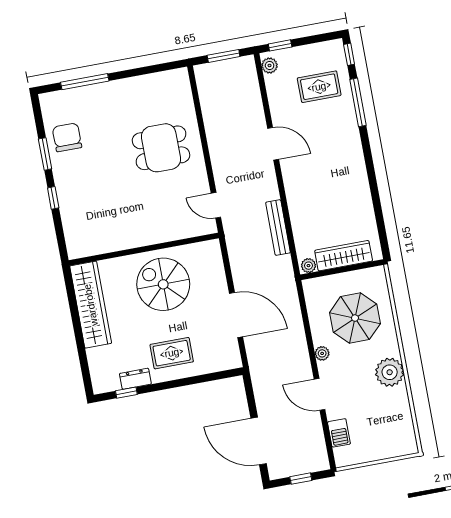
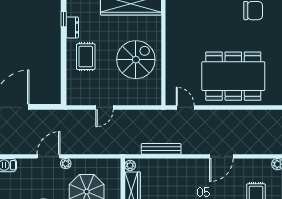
dining table: (161, 148) -> (233, 76), width x1.88, depth x1.24
door: (216, 205) -> (185, 107), hinge flipped
door: (236, 315) -> (104, 107), width x0.53
door: (320, 394) -> (48, 156), moved

